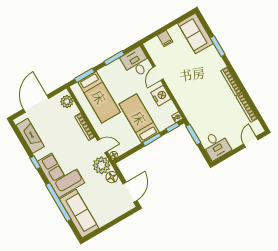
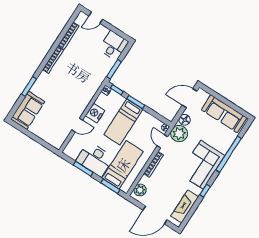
filing cabinet: (165, 38) -> (45, 134), removed
desk: (136, 63) -> (95, 159), moved, width x1.37
sofa: (79, 214) -> (224, 114), moved, turned -90

